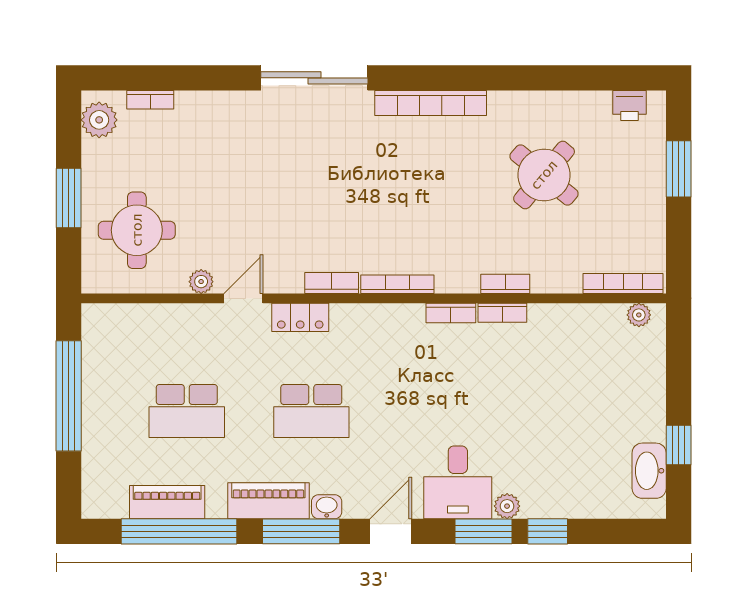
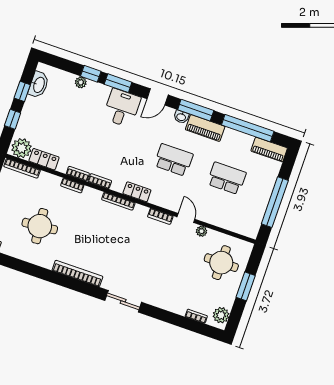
sliding door: (314, 78) -> (123, 301), width x0.73
round table: (544, 175) -> (40, 226), turned 45
bookcase: (332, 283) -> (160, 216), moved
door: (243, 298) -> (186, 218), swing flipped
plant: (639, 315) -> (22, 148), width x1.88, depth x1.88
locker: (300, 317) -> (137, 192), moved
locker: (584, 318) -> (44, 159), added
window: (679, 379) -> (13, 119), added
piano: (167, 502) -> (269, 150), moved
plant: (507, 506) -> (81, 82), moved

